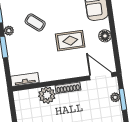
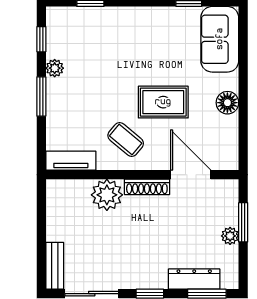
coffee table: (35, 22) -> (126, 139), moved
door: (101, 76) -> (191, 175), moved
plant: (115, 97) -> (230, 236), moved

